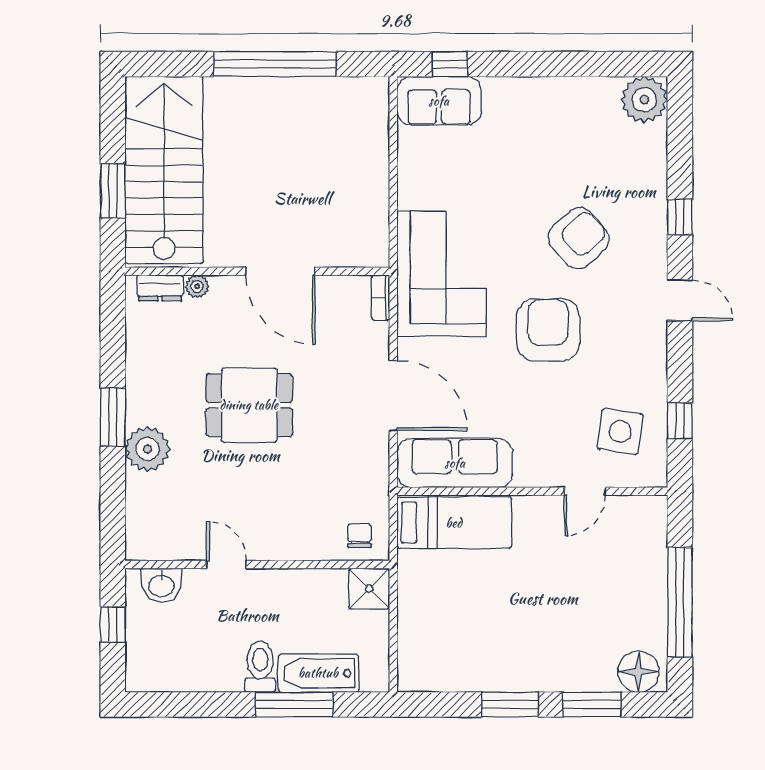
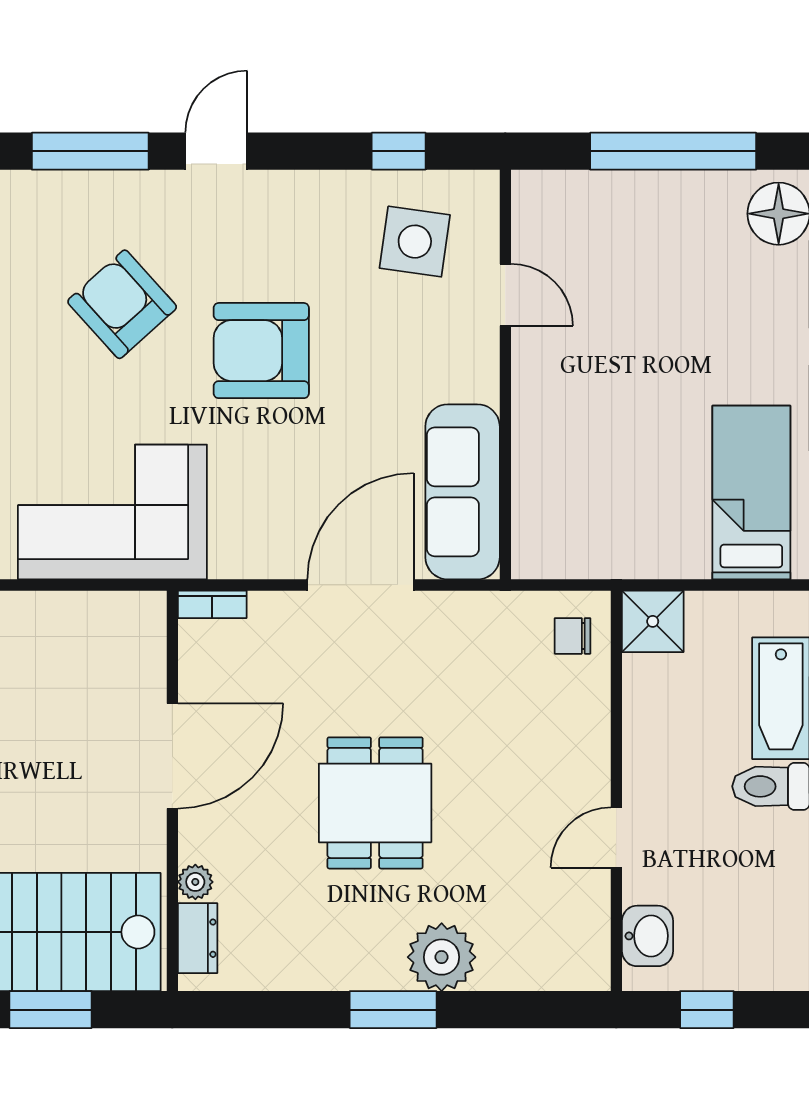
window: (680, 217) -> (90, 151), width x2.17
corner sofa: (441, 274) -> (112, 512), moved
bed: (454, 523) -> (751, 493), moved

